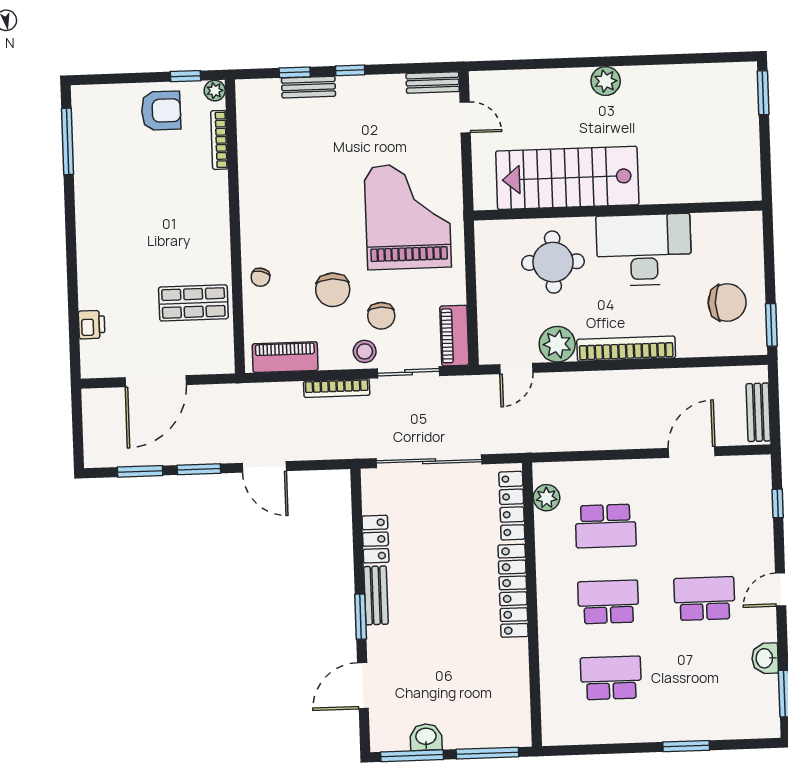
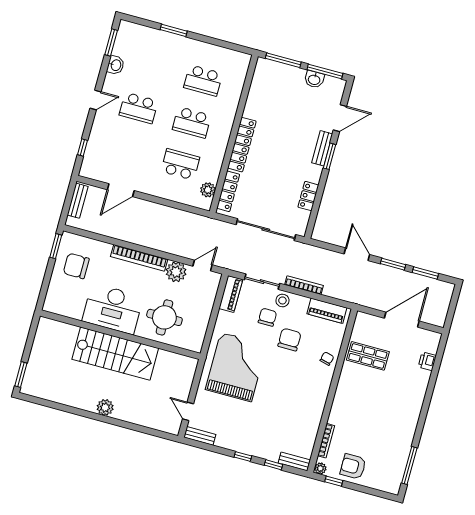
bench: (308, 87) -> (294, 461), moved
stairs: (567, 178) -> (115, 354), moved
grand piano: (408, 216) -> (236, 367), turned 180
bench: (376, 595) -> (322, 148), moved

